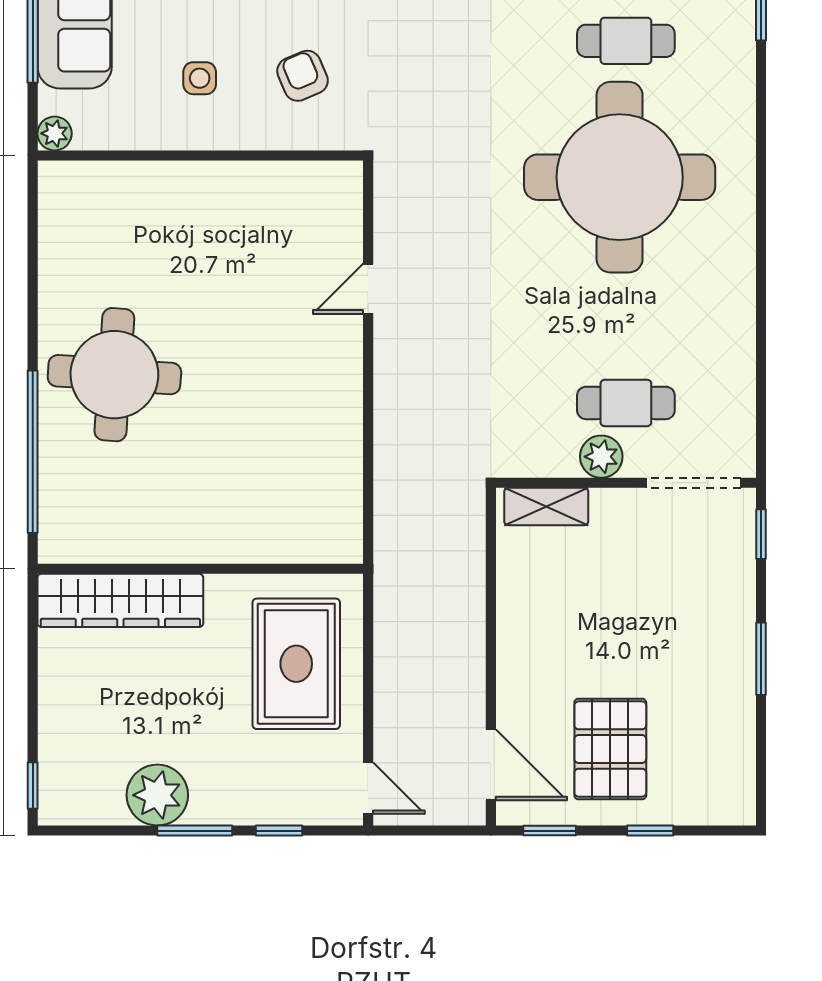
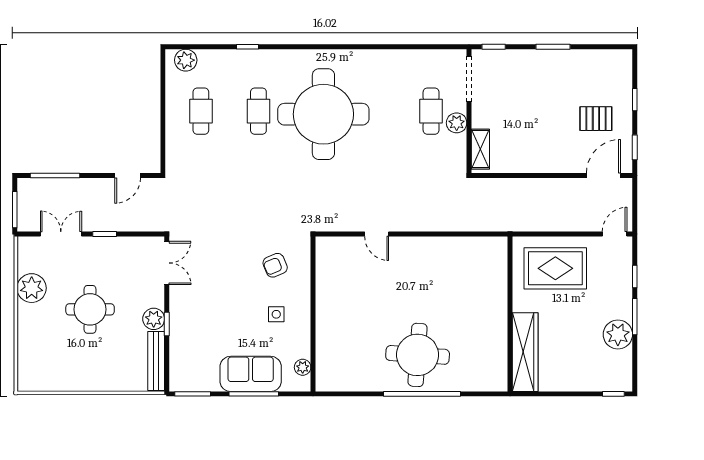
plant: (55, 133) -> (303, 367), moved
window: (33, 452) -> (422, 394), moved
pallet: (610, 749) -> (596, 119), width x0.67, depth x0.71

